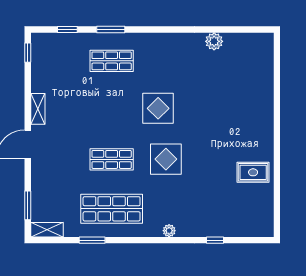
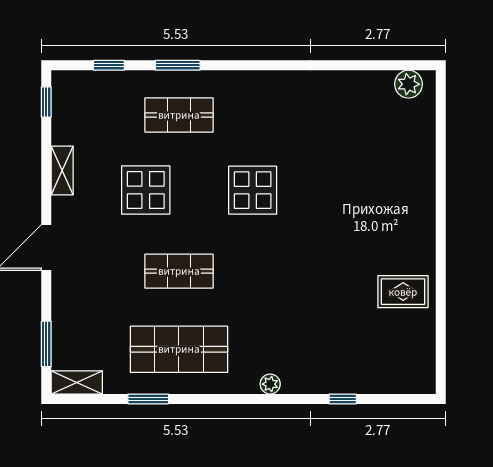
plant: (214, 41) -> (409, 84), moved
shelving: (38, 109) -> (62, 171), moved
display table: (166, 159) -> (146, 190), moved

